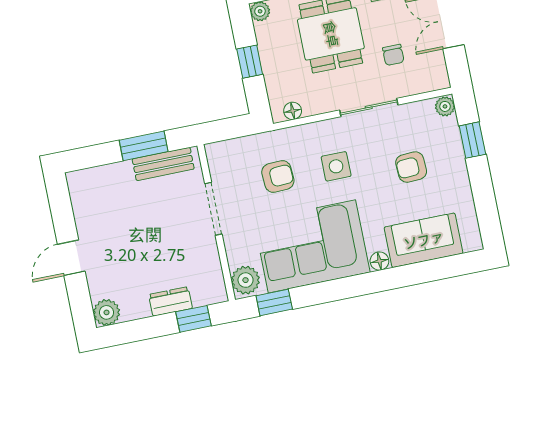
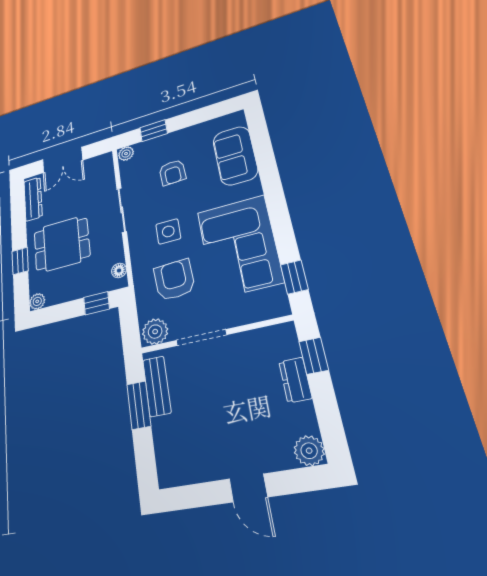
chair: (393, 55) -> (83, 196), removed
window: (250, 62) -> (97, 303), moved
armchair: (278, 176) -> (174, 280), width x1.38, depth x1.38
floor lamp: (379, 261) -> (253, 188), removed
plant: (246, 280) -> (155, 332), moved

